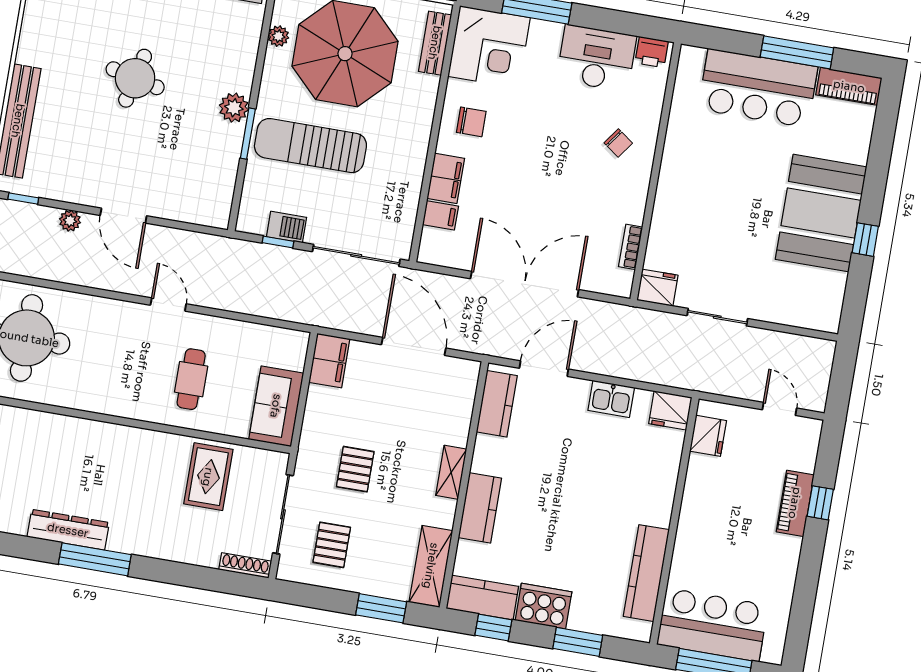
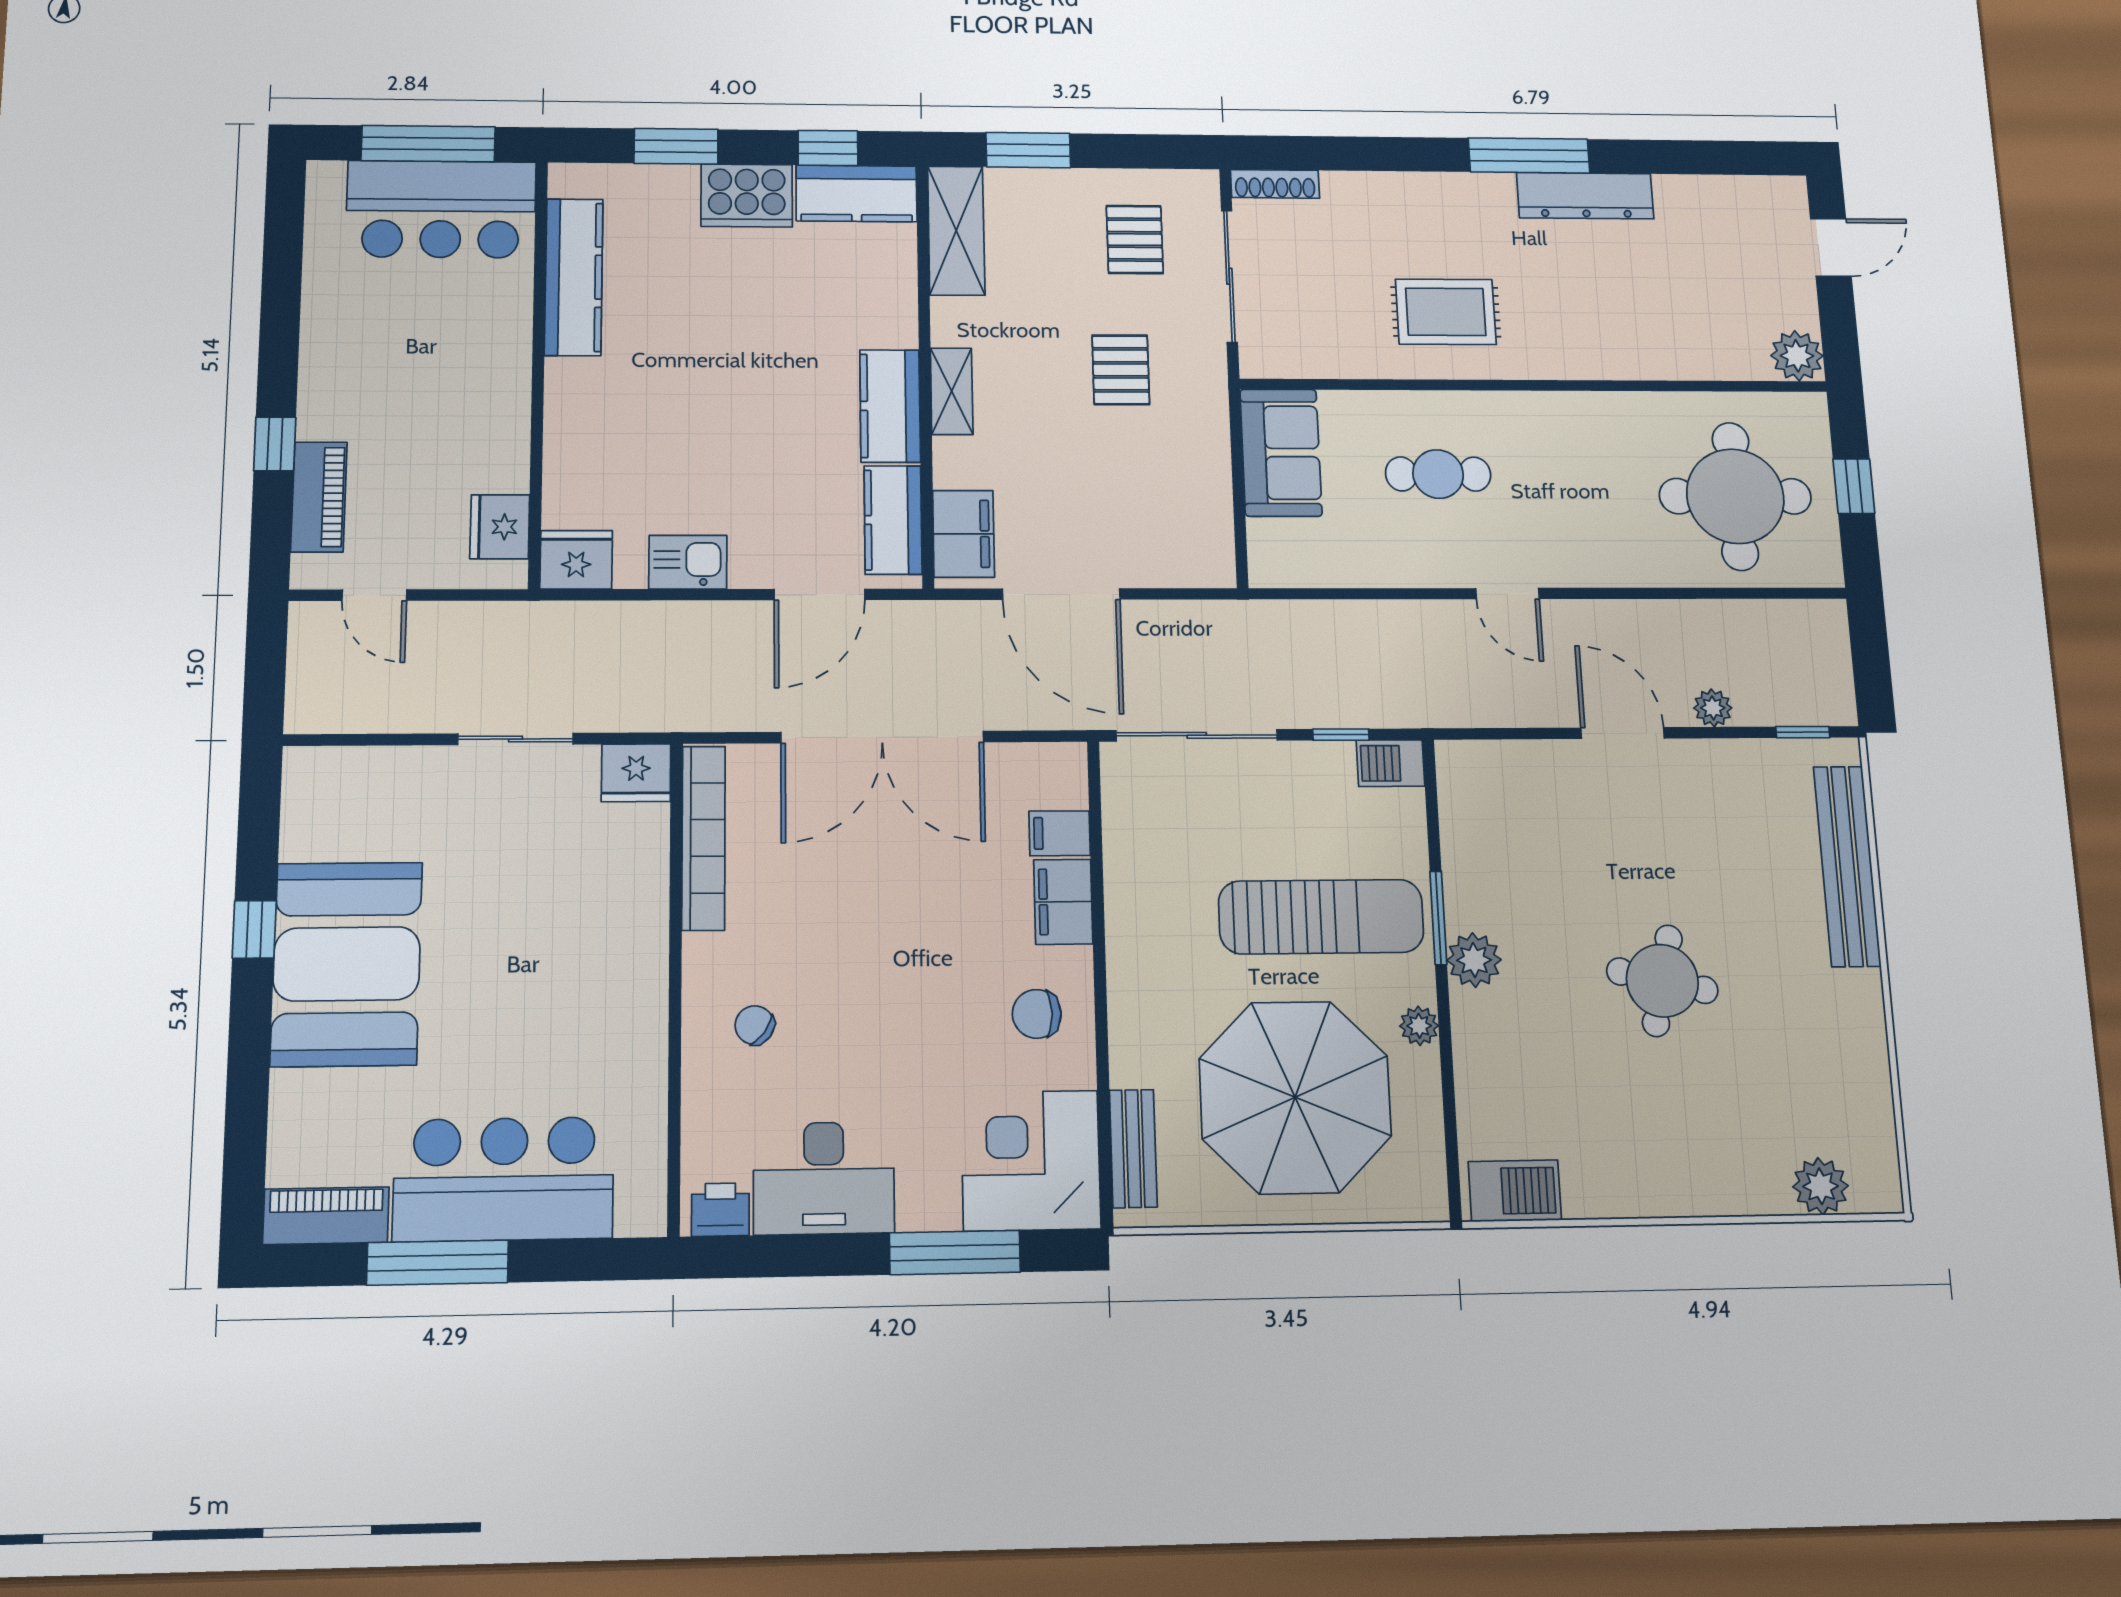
plant: (278, 36) -> (1419, 1026), moved
barbecue: (286, 227) -> (1391, 763), moved
bookcase: (631, 247) -> (704, 838), width x2.31, depth x1.31
filing cabinet: (329, 361) -> (964, 534), moved, turned 180
cafe table: (191, 379) -> (1438, 474), turned 90
rug: (208, 477) -> (1446, 312), moved, turned 90
piano: (795, 503) -> (319, 497), moved
kitchen counter: (480, 508) -> (890, 406), moved

